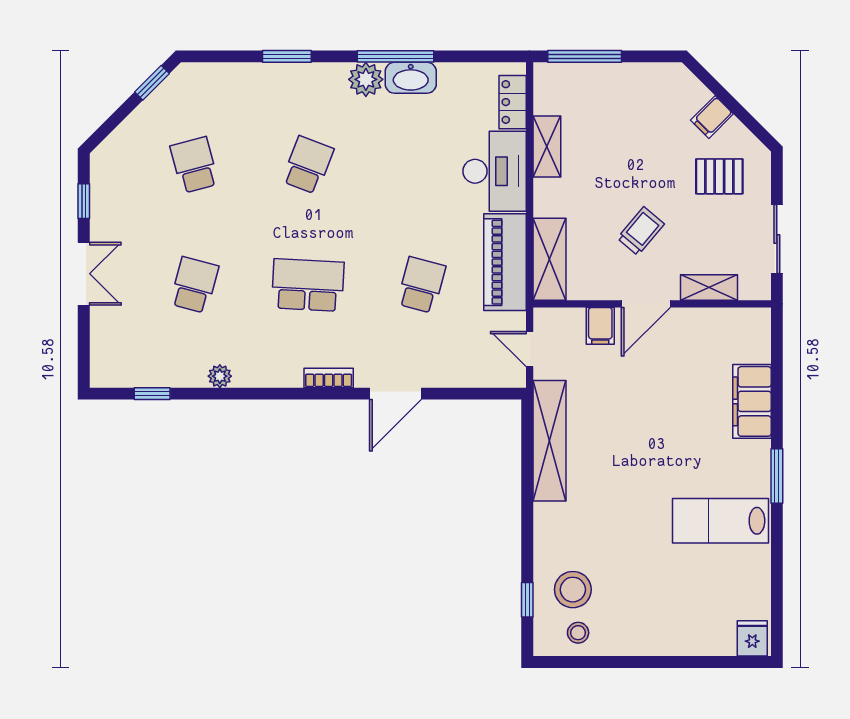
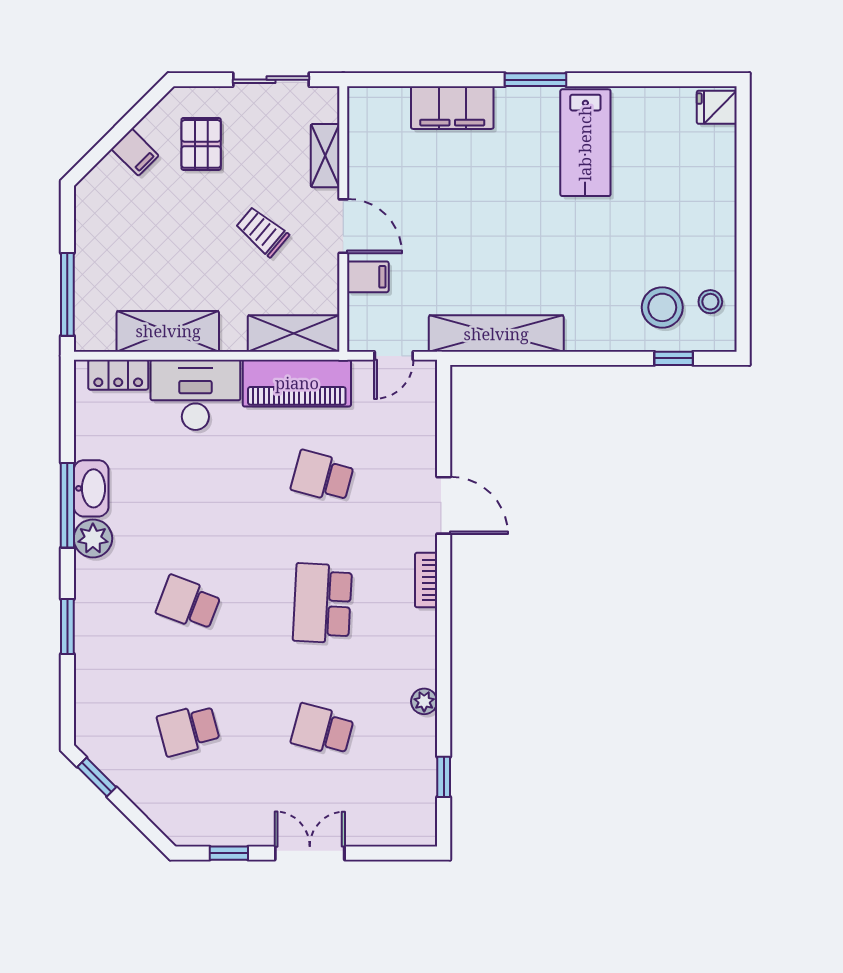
shelving: (547, 147) -> (168, 331), width x1.50, depth x1.33

